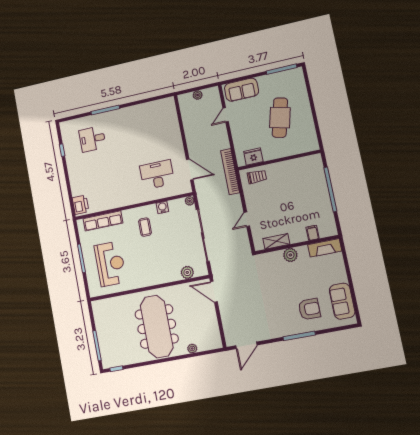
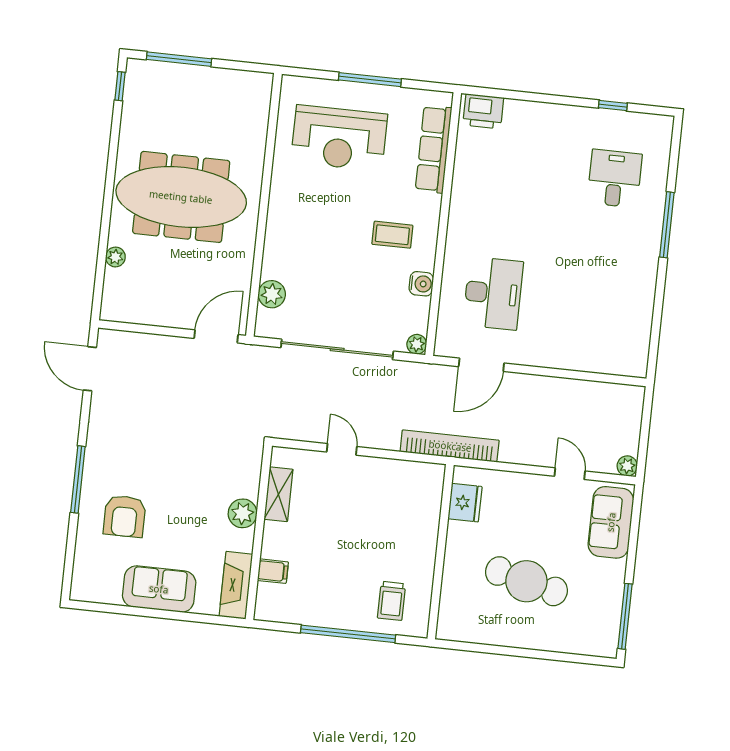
plant: (198, 95) -> (627, 466), moved
trolley: (257, 177) -> (392, 601), moved
sofa: (342, 301) -> (159, 589), moved

